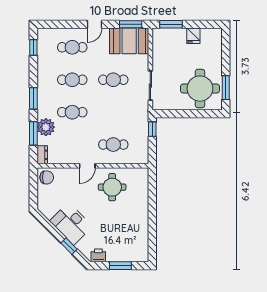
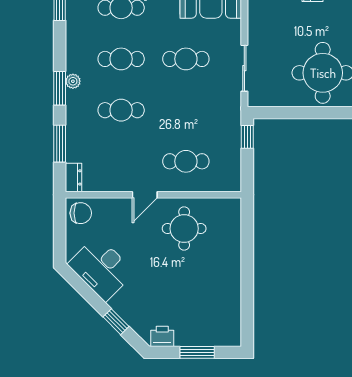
plant: (46, 127) -> (73, 81), moved, width x0.53, depth x0.53
desk: (71, 224) -> (101, 268), moved

